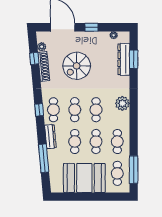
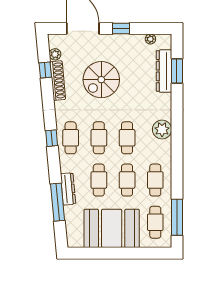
dresser: (50, 137) -> (68, 189), moved

